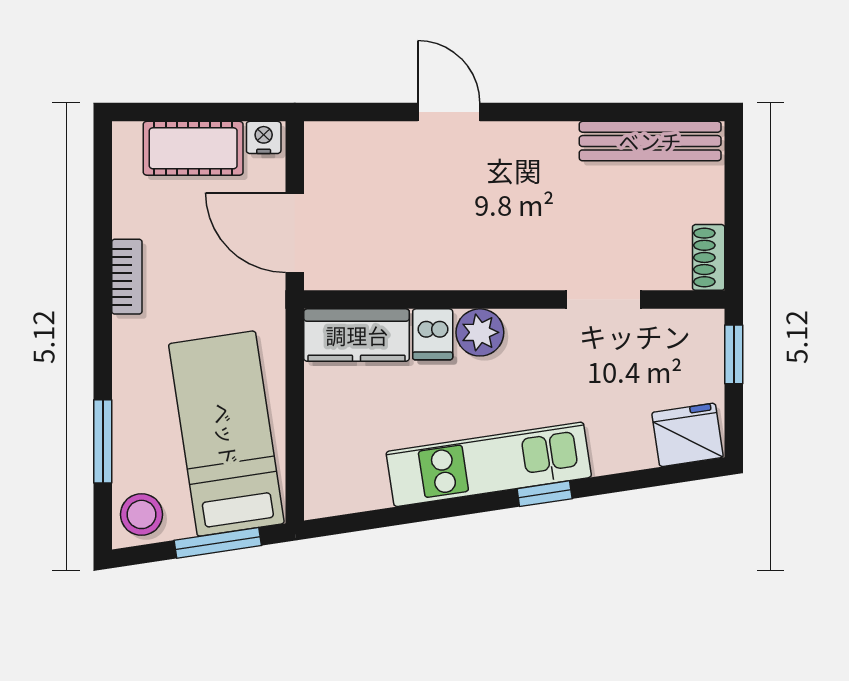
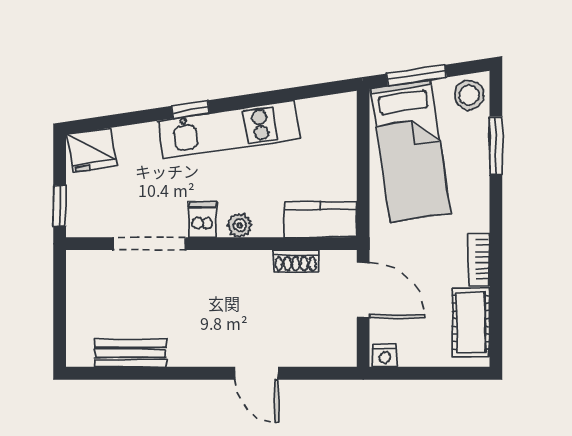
bench: (650, 141) -> (130, 353), width x0.73
cot: (193, 148) -> (471, 322), moved, turned 90
shoe rack: (709, 257) -> (296, 261), moved, turned 90
doorway: (603, 300) -> (150, 244), width x1.38
plant: (480, 332) -> (240, 225), width x0.73, depth x0.73
dishwasher: (433, 334) -> (202, 220), moved

